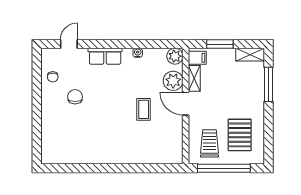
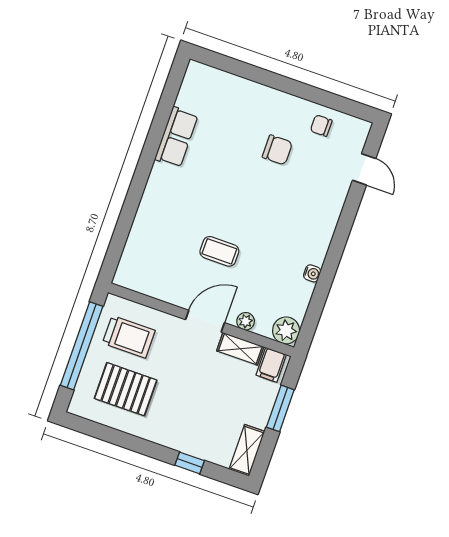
row of seats: (105, 56) -> (176, 137), moved, turned 180
plant: (173, 81) -> (246, 321), width x0.53, depth x0.53
window: (269, 84) -> (190, 463), width x0.46

